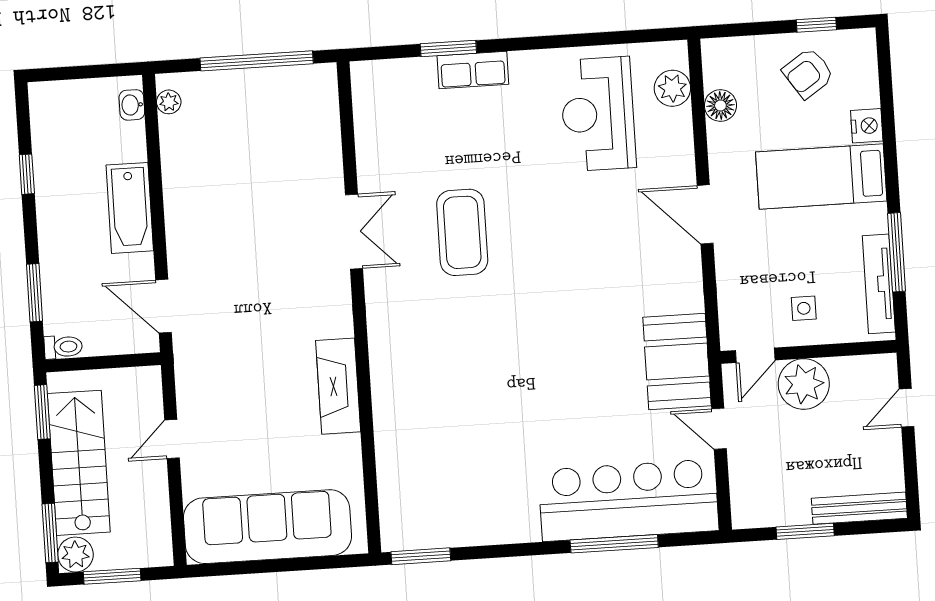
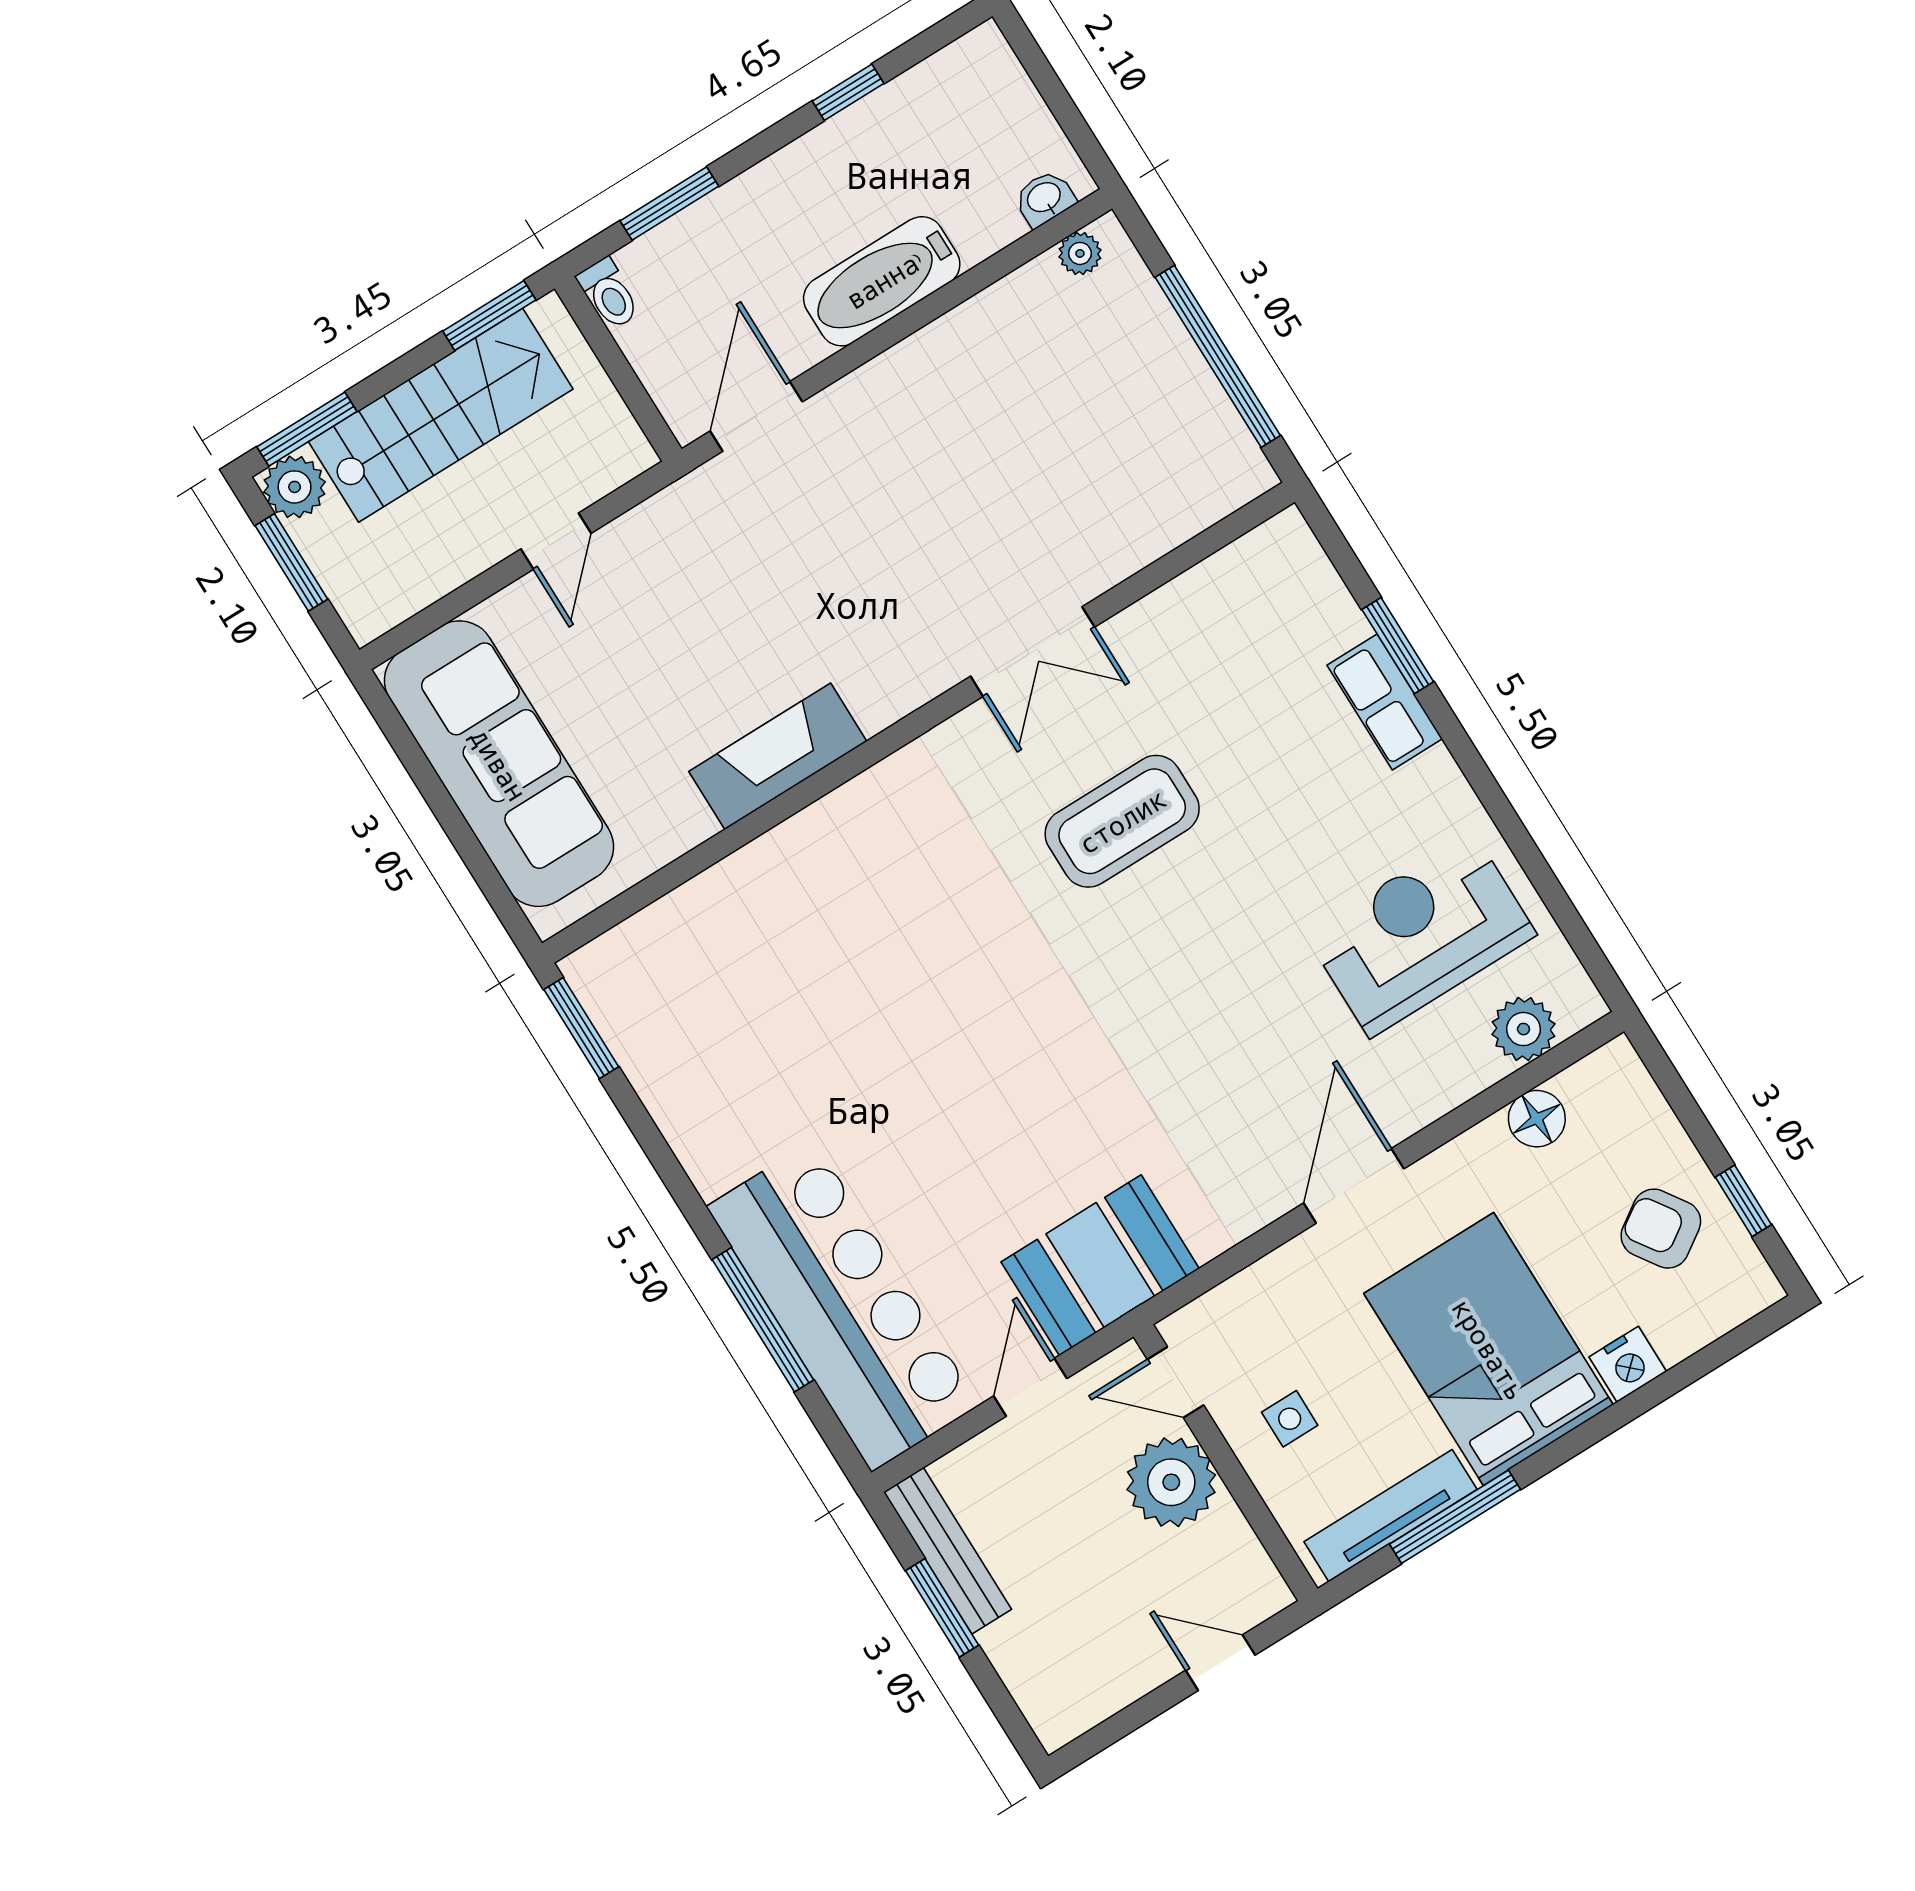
bed: (821, 177) -> (1489, 1349), width x1.50
door: (172, 439) -> (556, 541), swing flipped
bench: (859, 508) -> (948, 1551), moved

